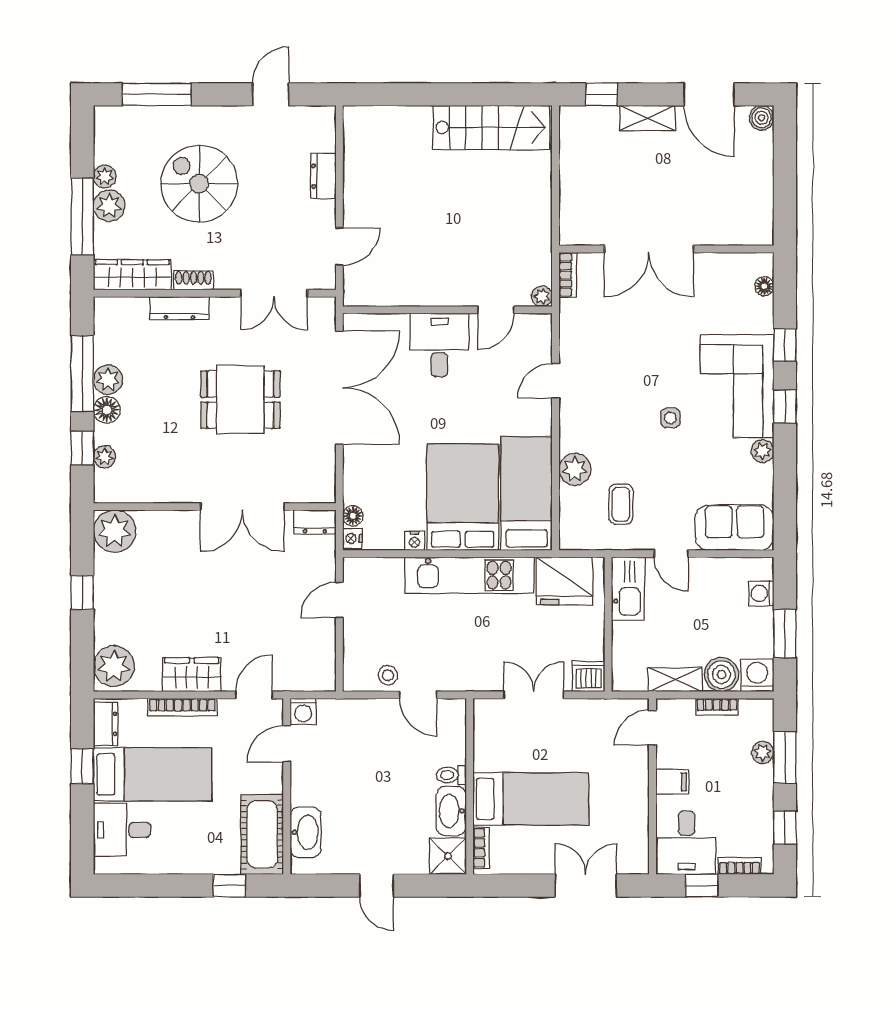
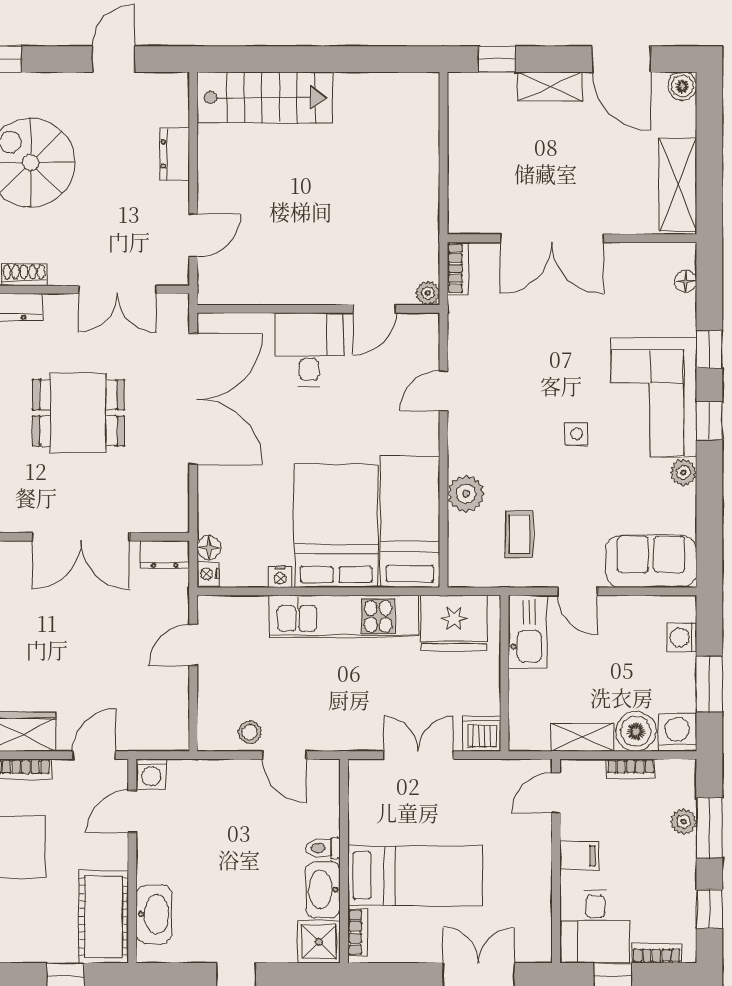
stairs: (491, 127) -> (265, 97), moved
shelving: (758, 202) -> (678, 184), added

